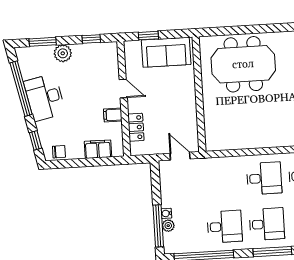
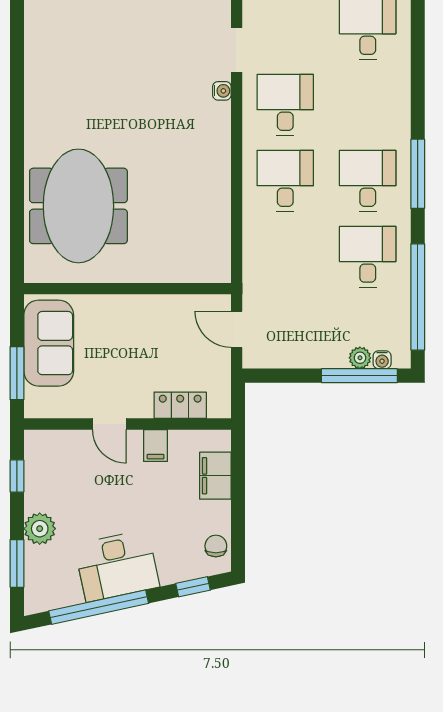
window: (148, 36) -> (17, 373), width x1.50
door: (123, 89) -> (109, 424), swing flipped
door: (180, 156) -> (237, 329), hinge flipped
water cooler: (166, 213) -> (382, 360), moved

